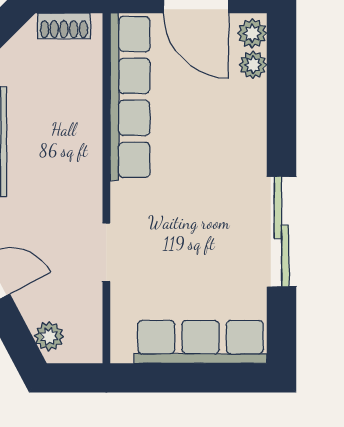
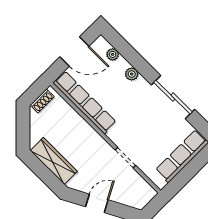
plant: (252, 33) -> (132, 74), moved
plant: (49, 336) -> (134, 201), removed

